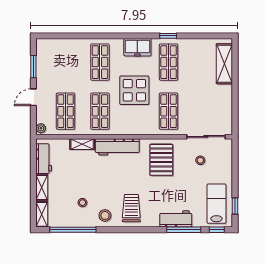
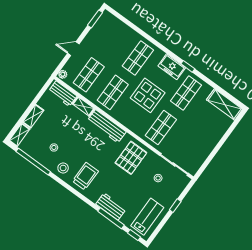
window: (168, 36) -> (188, 66), moved
shelving: (224, 64) -> (225, 105), moved, turned 90
window: (33, 67) -> (95, 19), moved
workbench: (44, 159) -> (63, 94), moved, turned 90
window: (235, 206) -> (175, 206), moved

